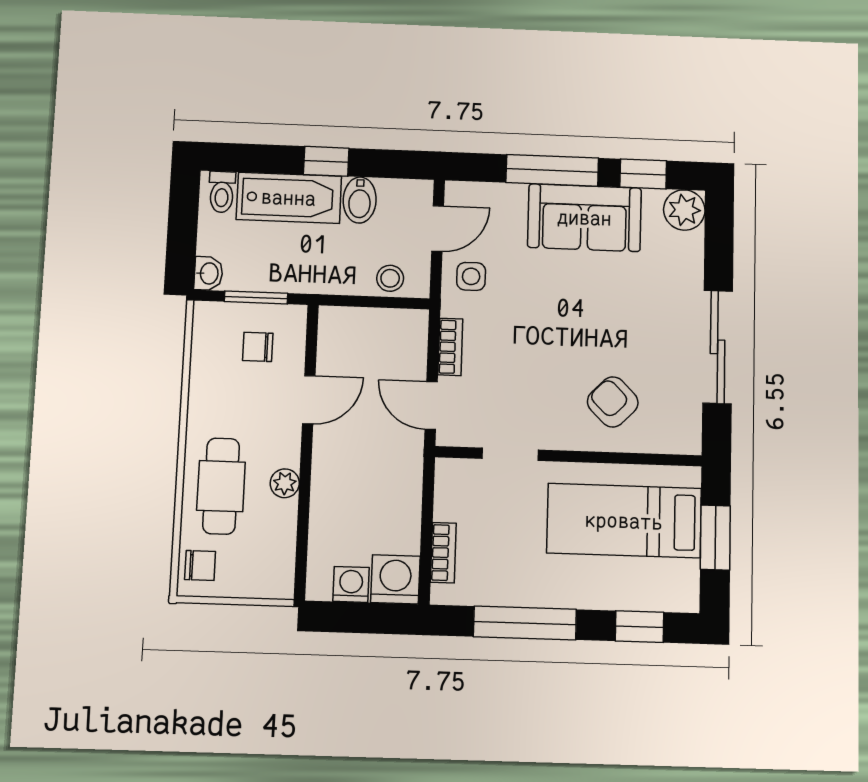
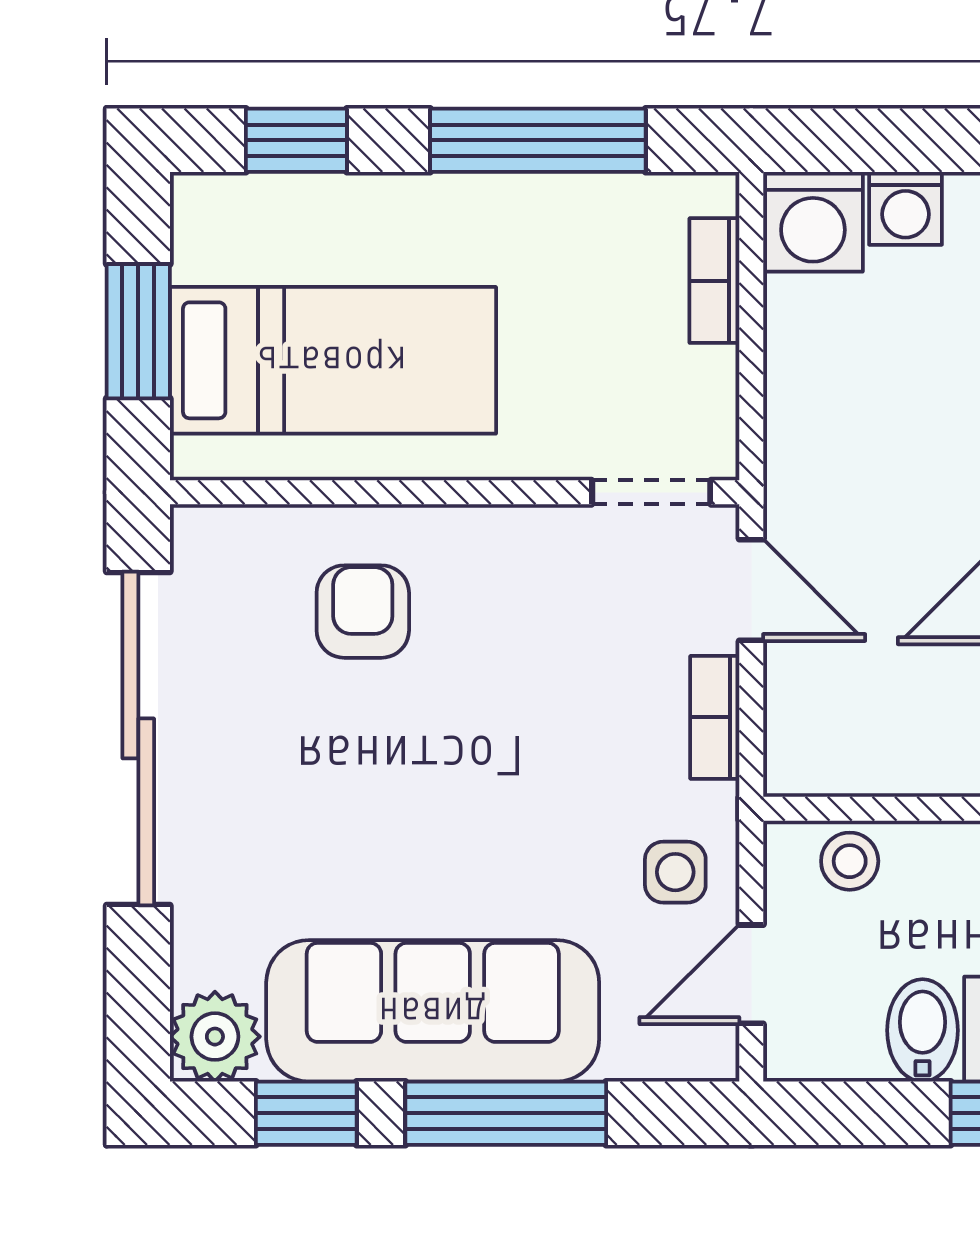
sofa: (585, 218) -> (433, 1011), width x1.36
sliding door: (718, 347) -> (138, 738), width x1.36
armchair: (613, 402) -> (363, 612), turned -135
doorway: (510, 454) -> (651, 492), moved

